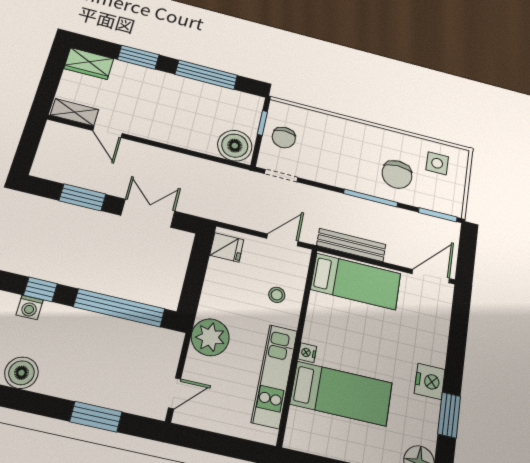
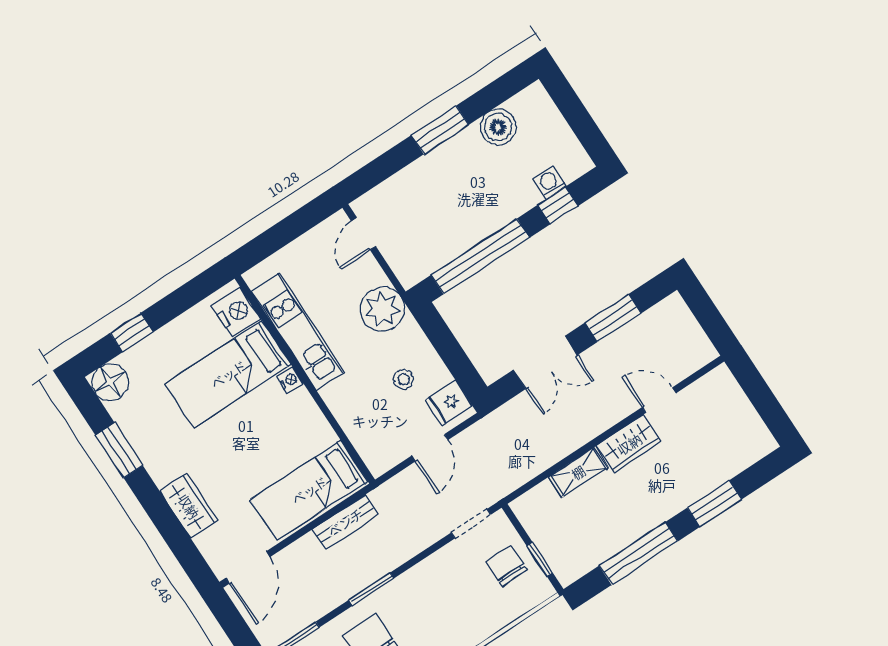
wardrobe: (89, 63) -> (629, 444), moved, turned 180
shelving: (75, 112) -> (578, 472), moved
boiler: (235, 146) -> (540, 509), removed
window: (371, 198) -> (371, 589), width x0.69
door: (282, 240) -> (430, 448), moved
bench: (351, 245) -> (345, 522), width x0.73
stool: (277, 295) -> (403, 379), moved
wardrobe: (435, 342) -> (189, 506), added
nightstand: (430, 381) -> (236, 312), moved, turned 180
window: (96, 417) -> (440, 130), moved

